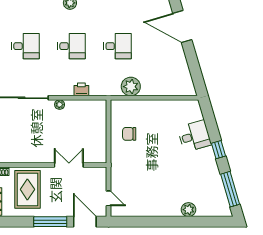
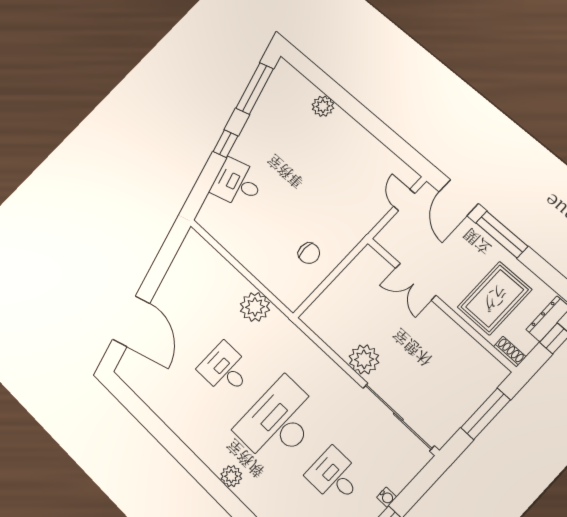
desk: (71, 46) -> (279, 422), width x1.87, depth x1.30
printer: (81, 89) -> (316, 358), removed
plant: (60, 105) -> (364, 359), width x1.88, depth x1.88

